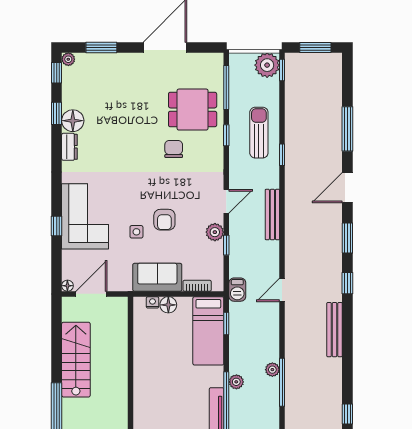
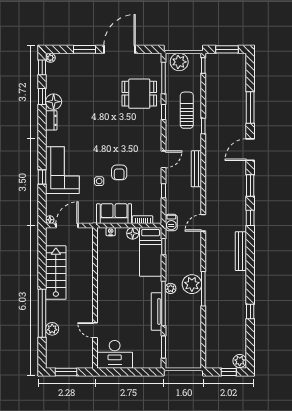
window: (101, 47) -> (84, 49), moved
plant: (267, 65) -> (179, 62), moved
chair: (174, 149) -> (126, 122), removed
plant: (215, 232) -> (155, 181), removed
floor lamp: (168, 305) -> (133, 233), moved
plant: (272, 370) -> (192, 284), width x1.88, depth x1.88

